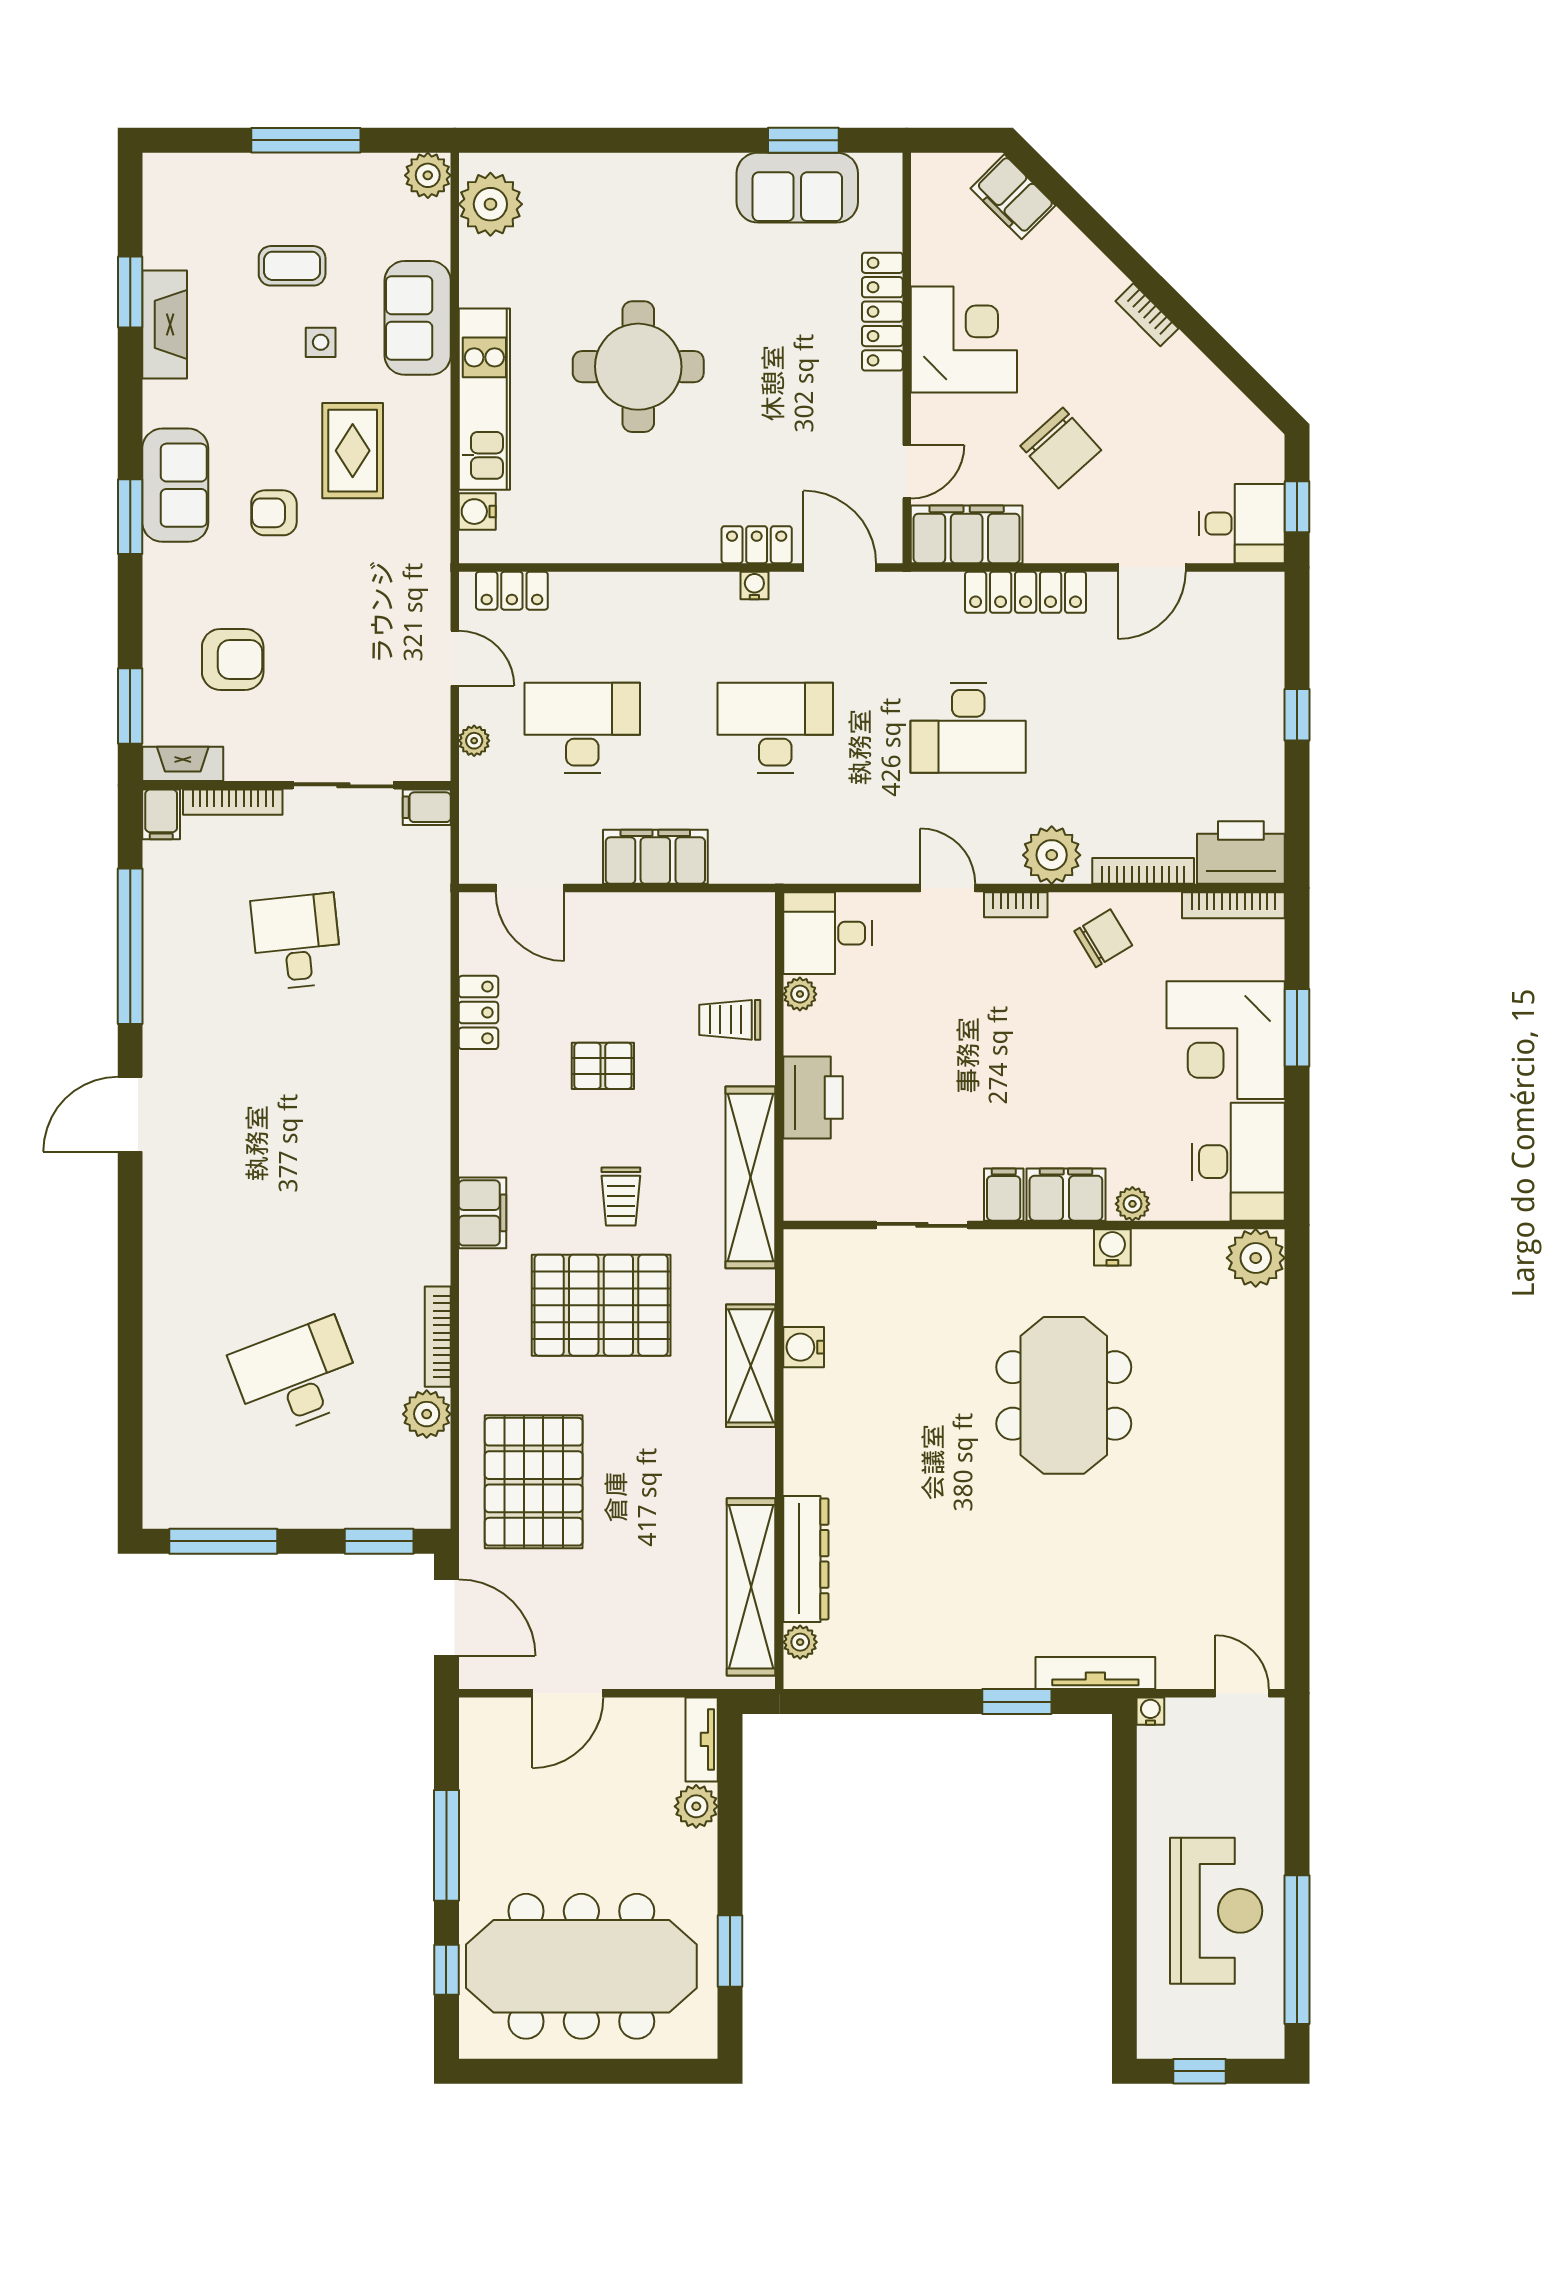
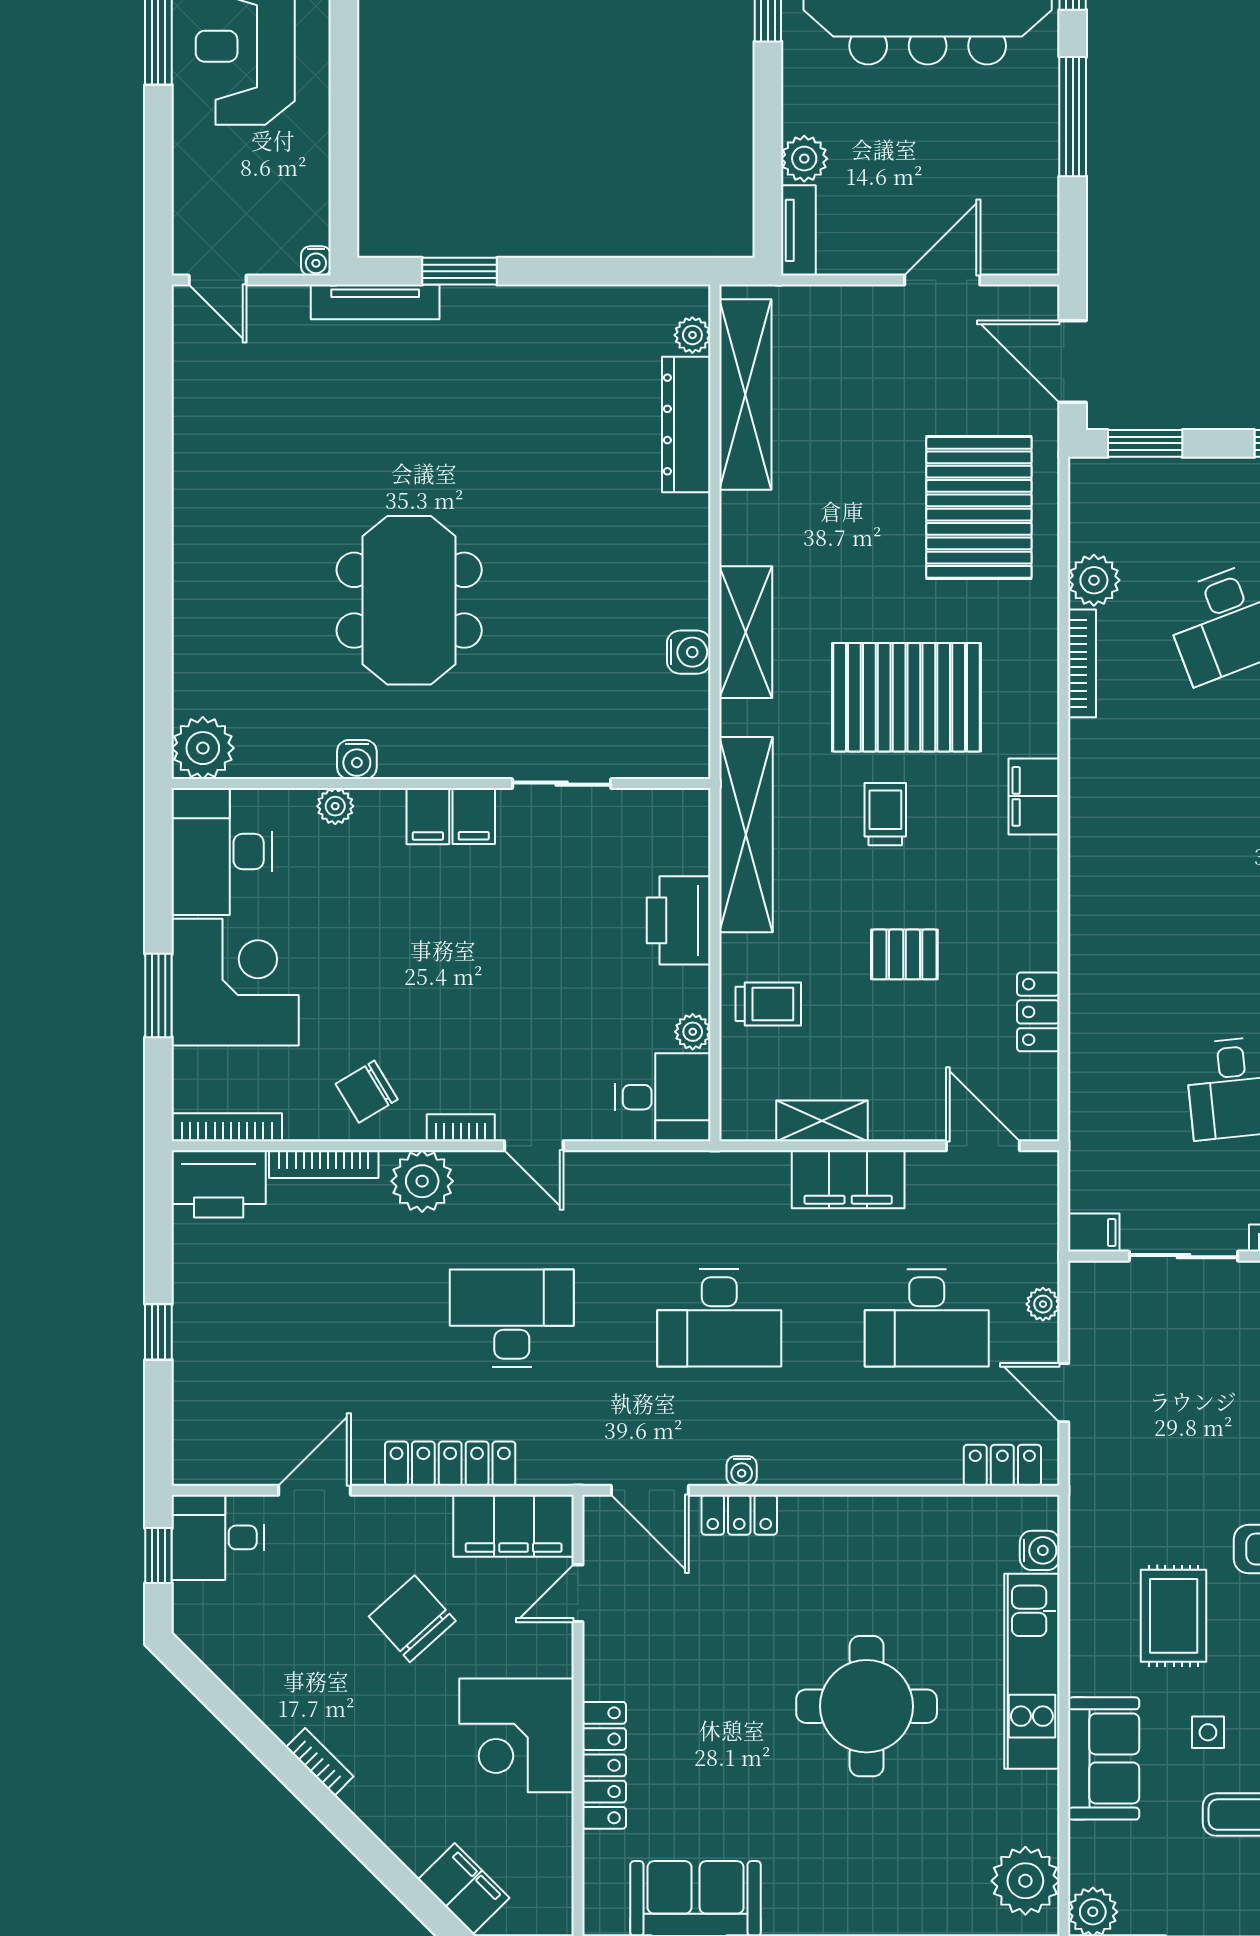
shelving: (680, 911) -> (822, 1121), added
filing cabinet: (1066, 1195) -> (428, 816), width x0.50

